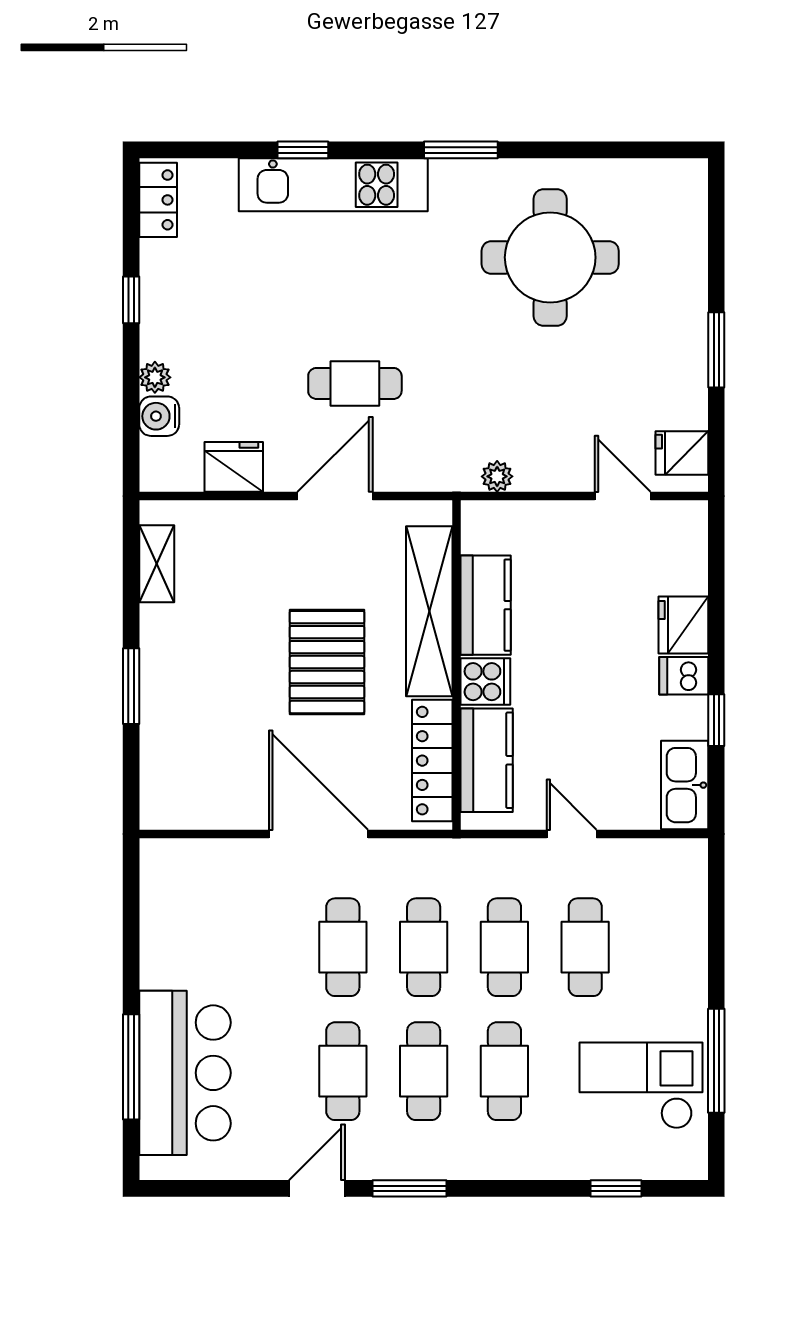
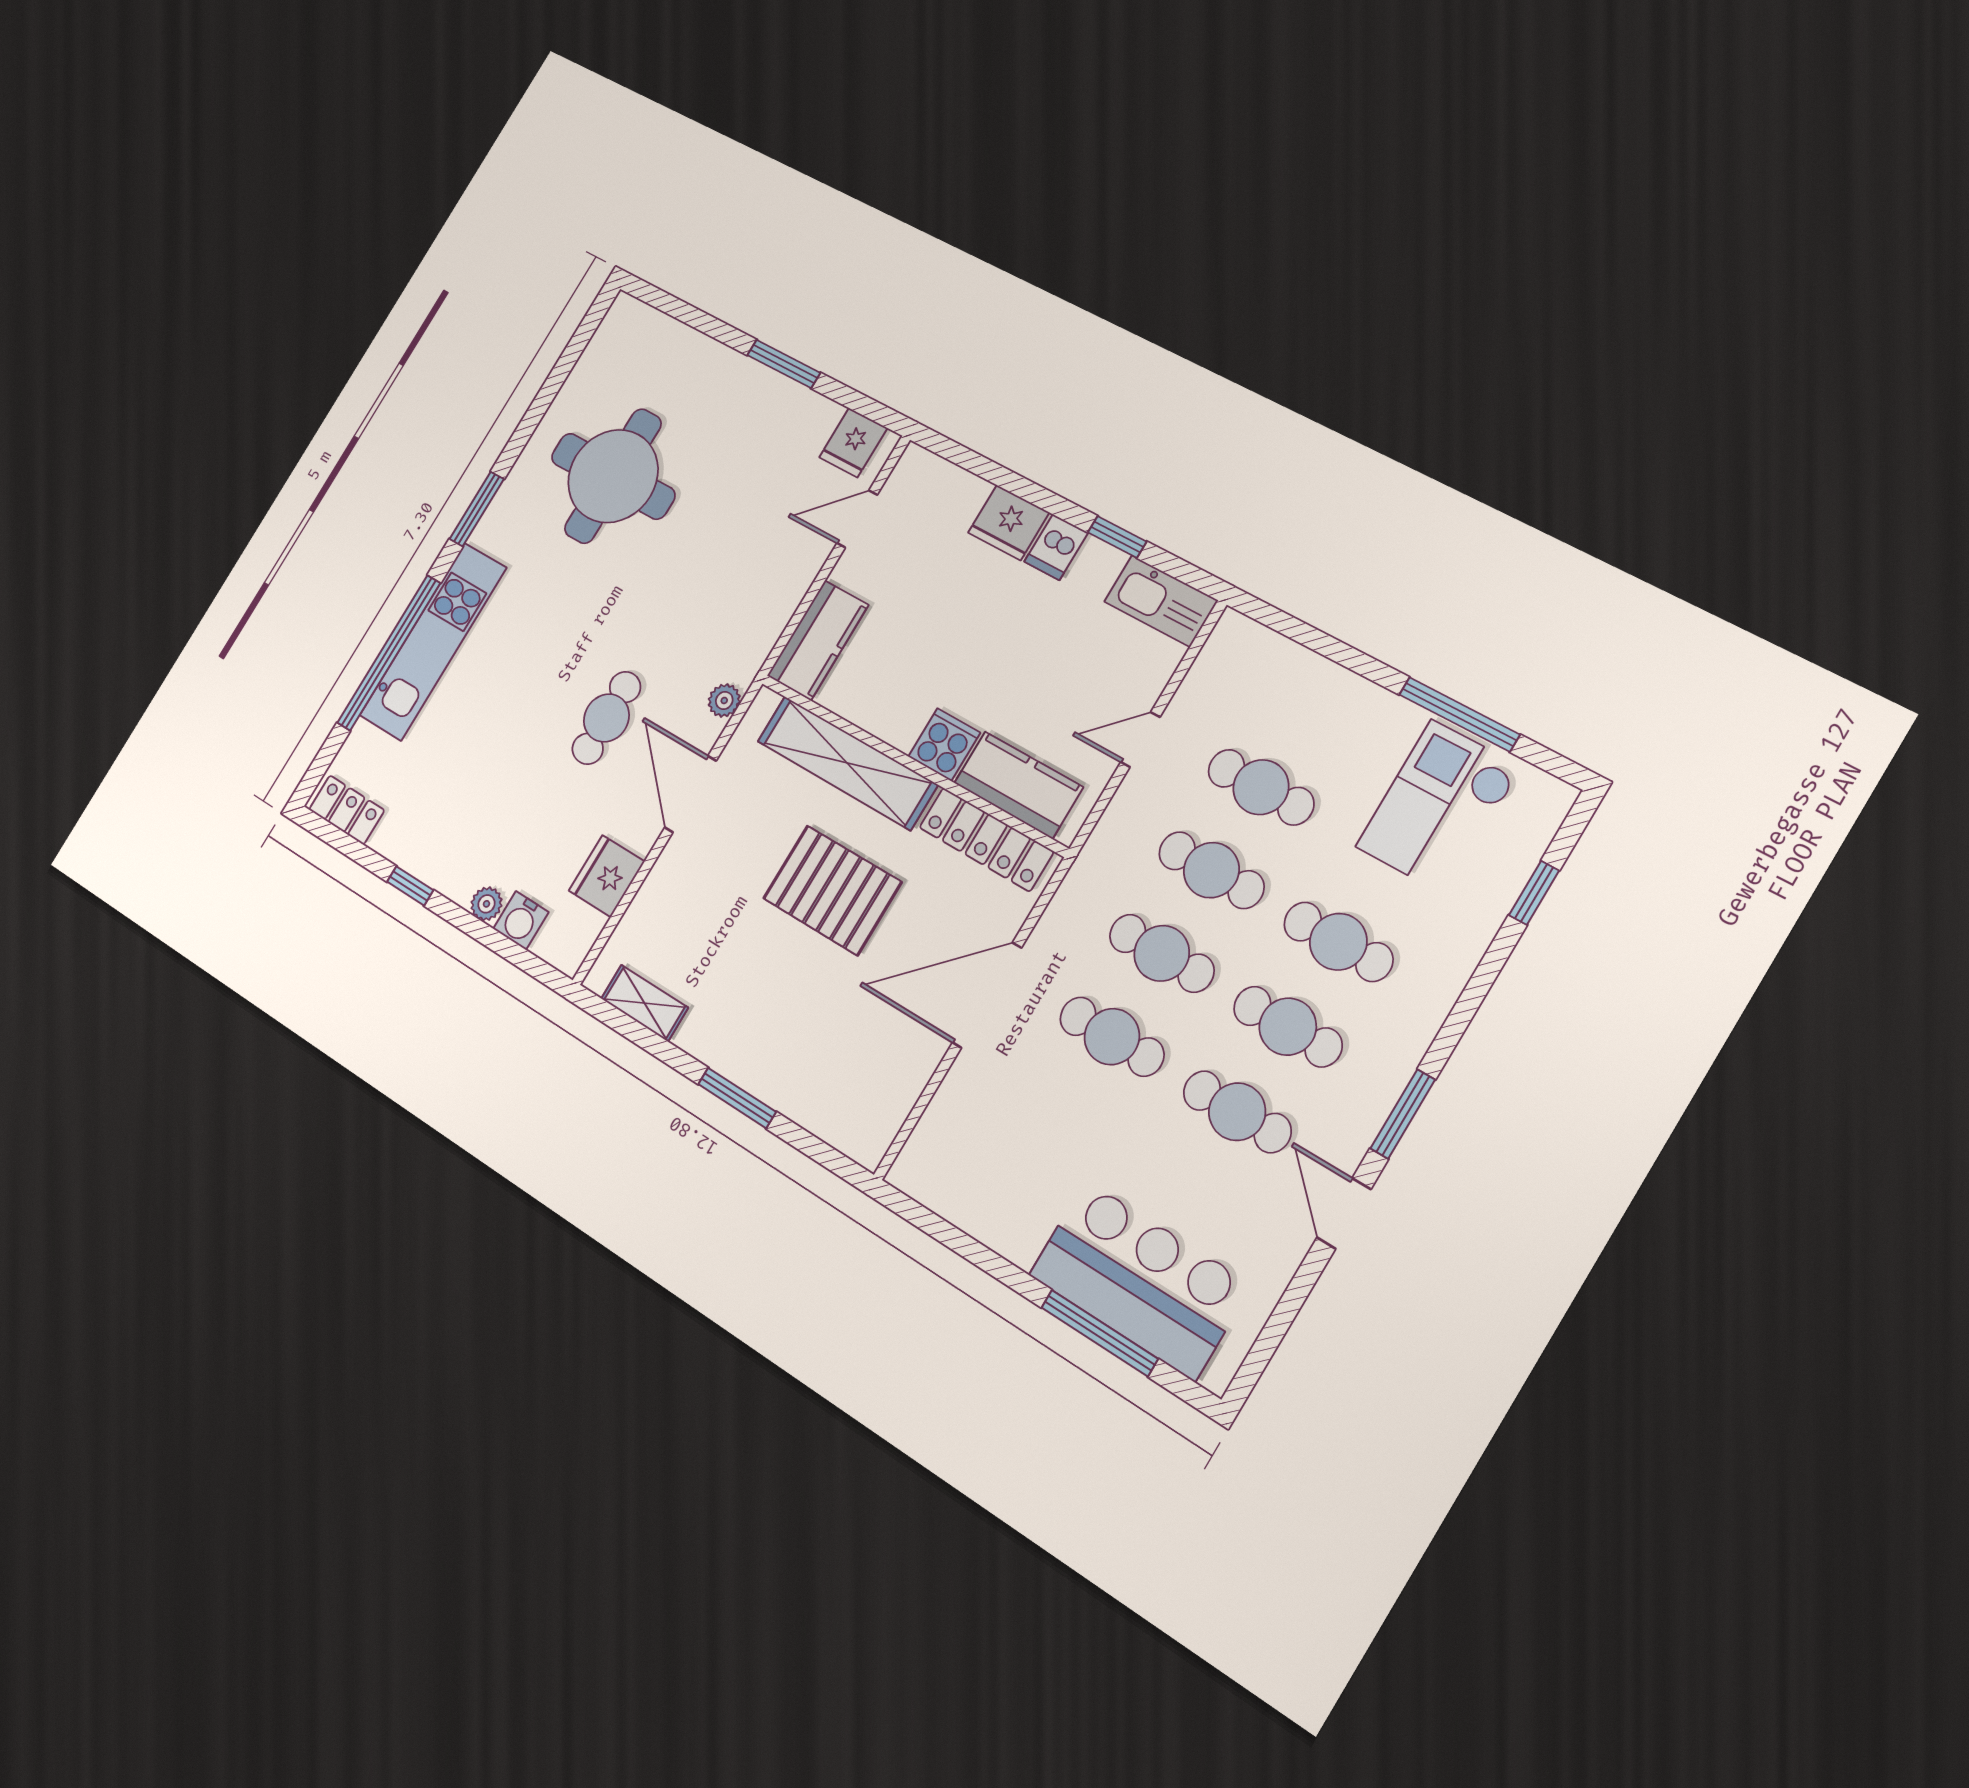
window: (303, 150) -> (389, 653), width x3.17
plant: (497, 476) -> (724, 700), moved
kitchen counter: (486, 605) -> (818, 640), moved, turned 90

